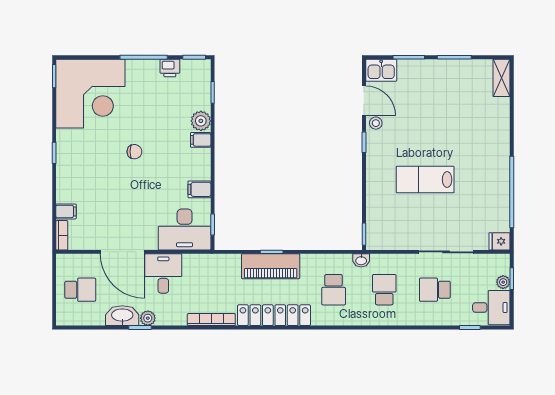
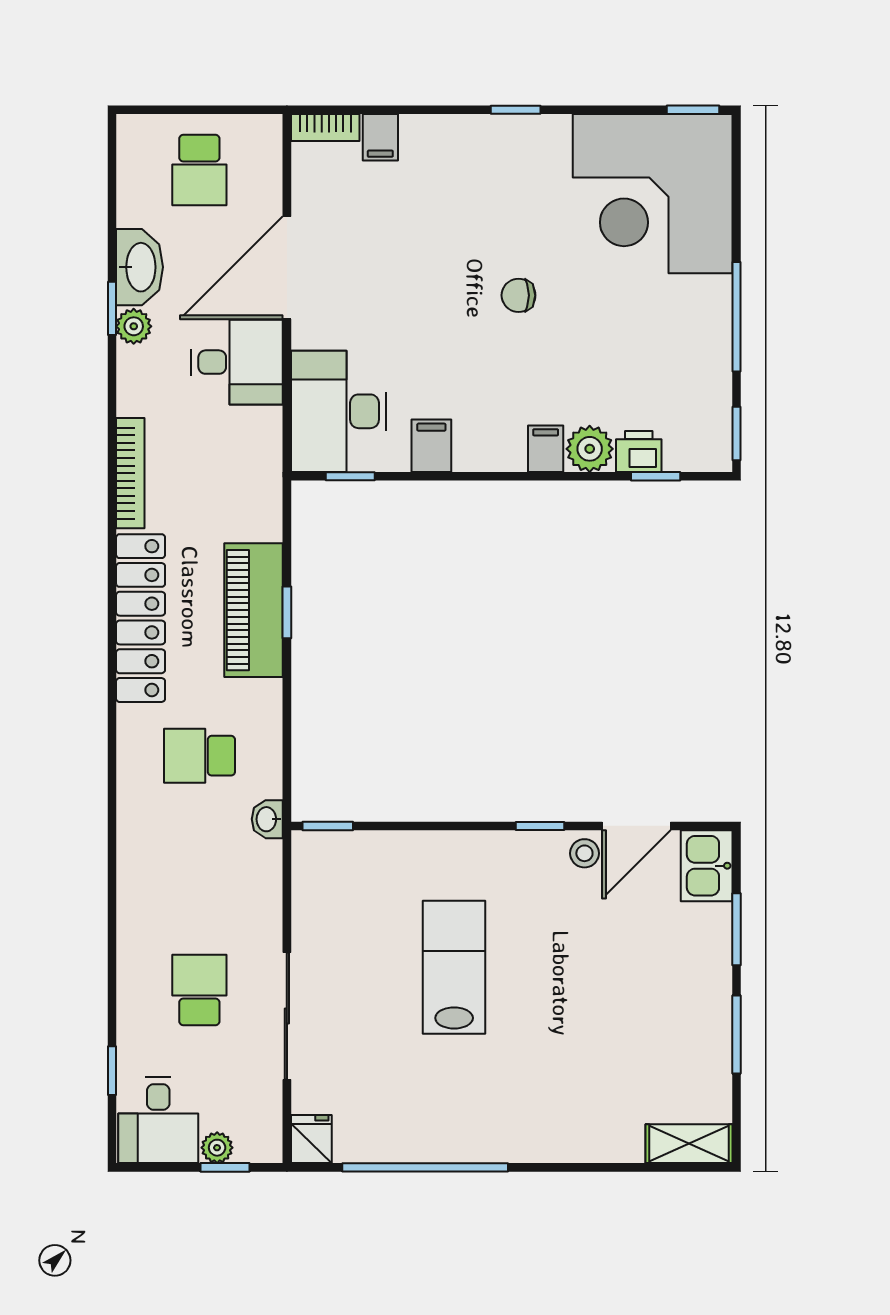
printer: (170, 68) -> (639, 451), moved, turned 90
chair: (134, 152) -> (518, 295), turned 90
school desk: (384, 290) -> (199, 873), removed

